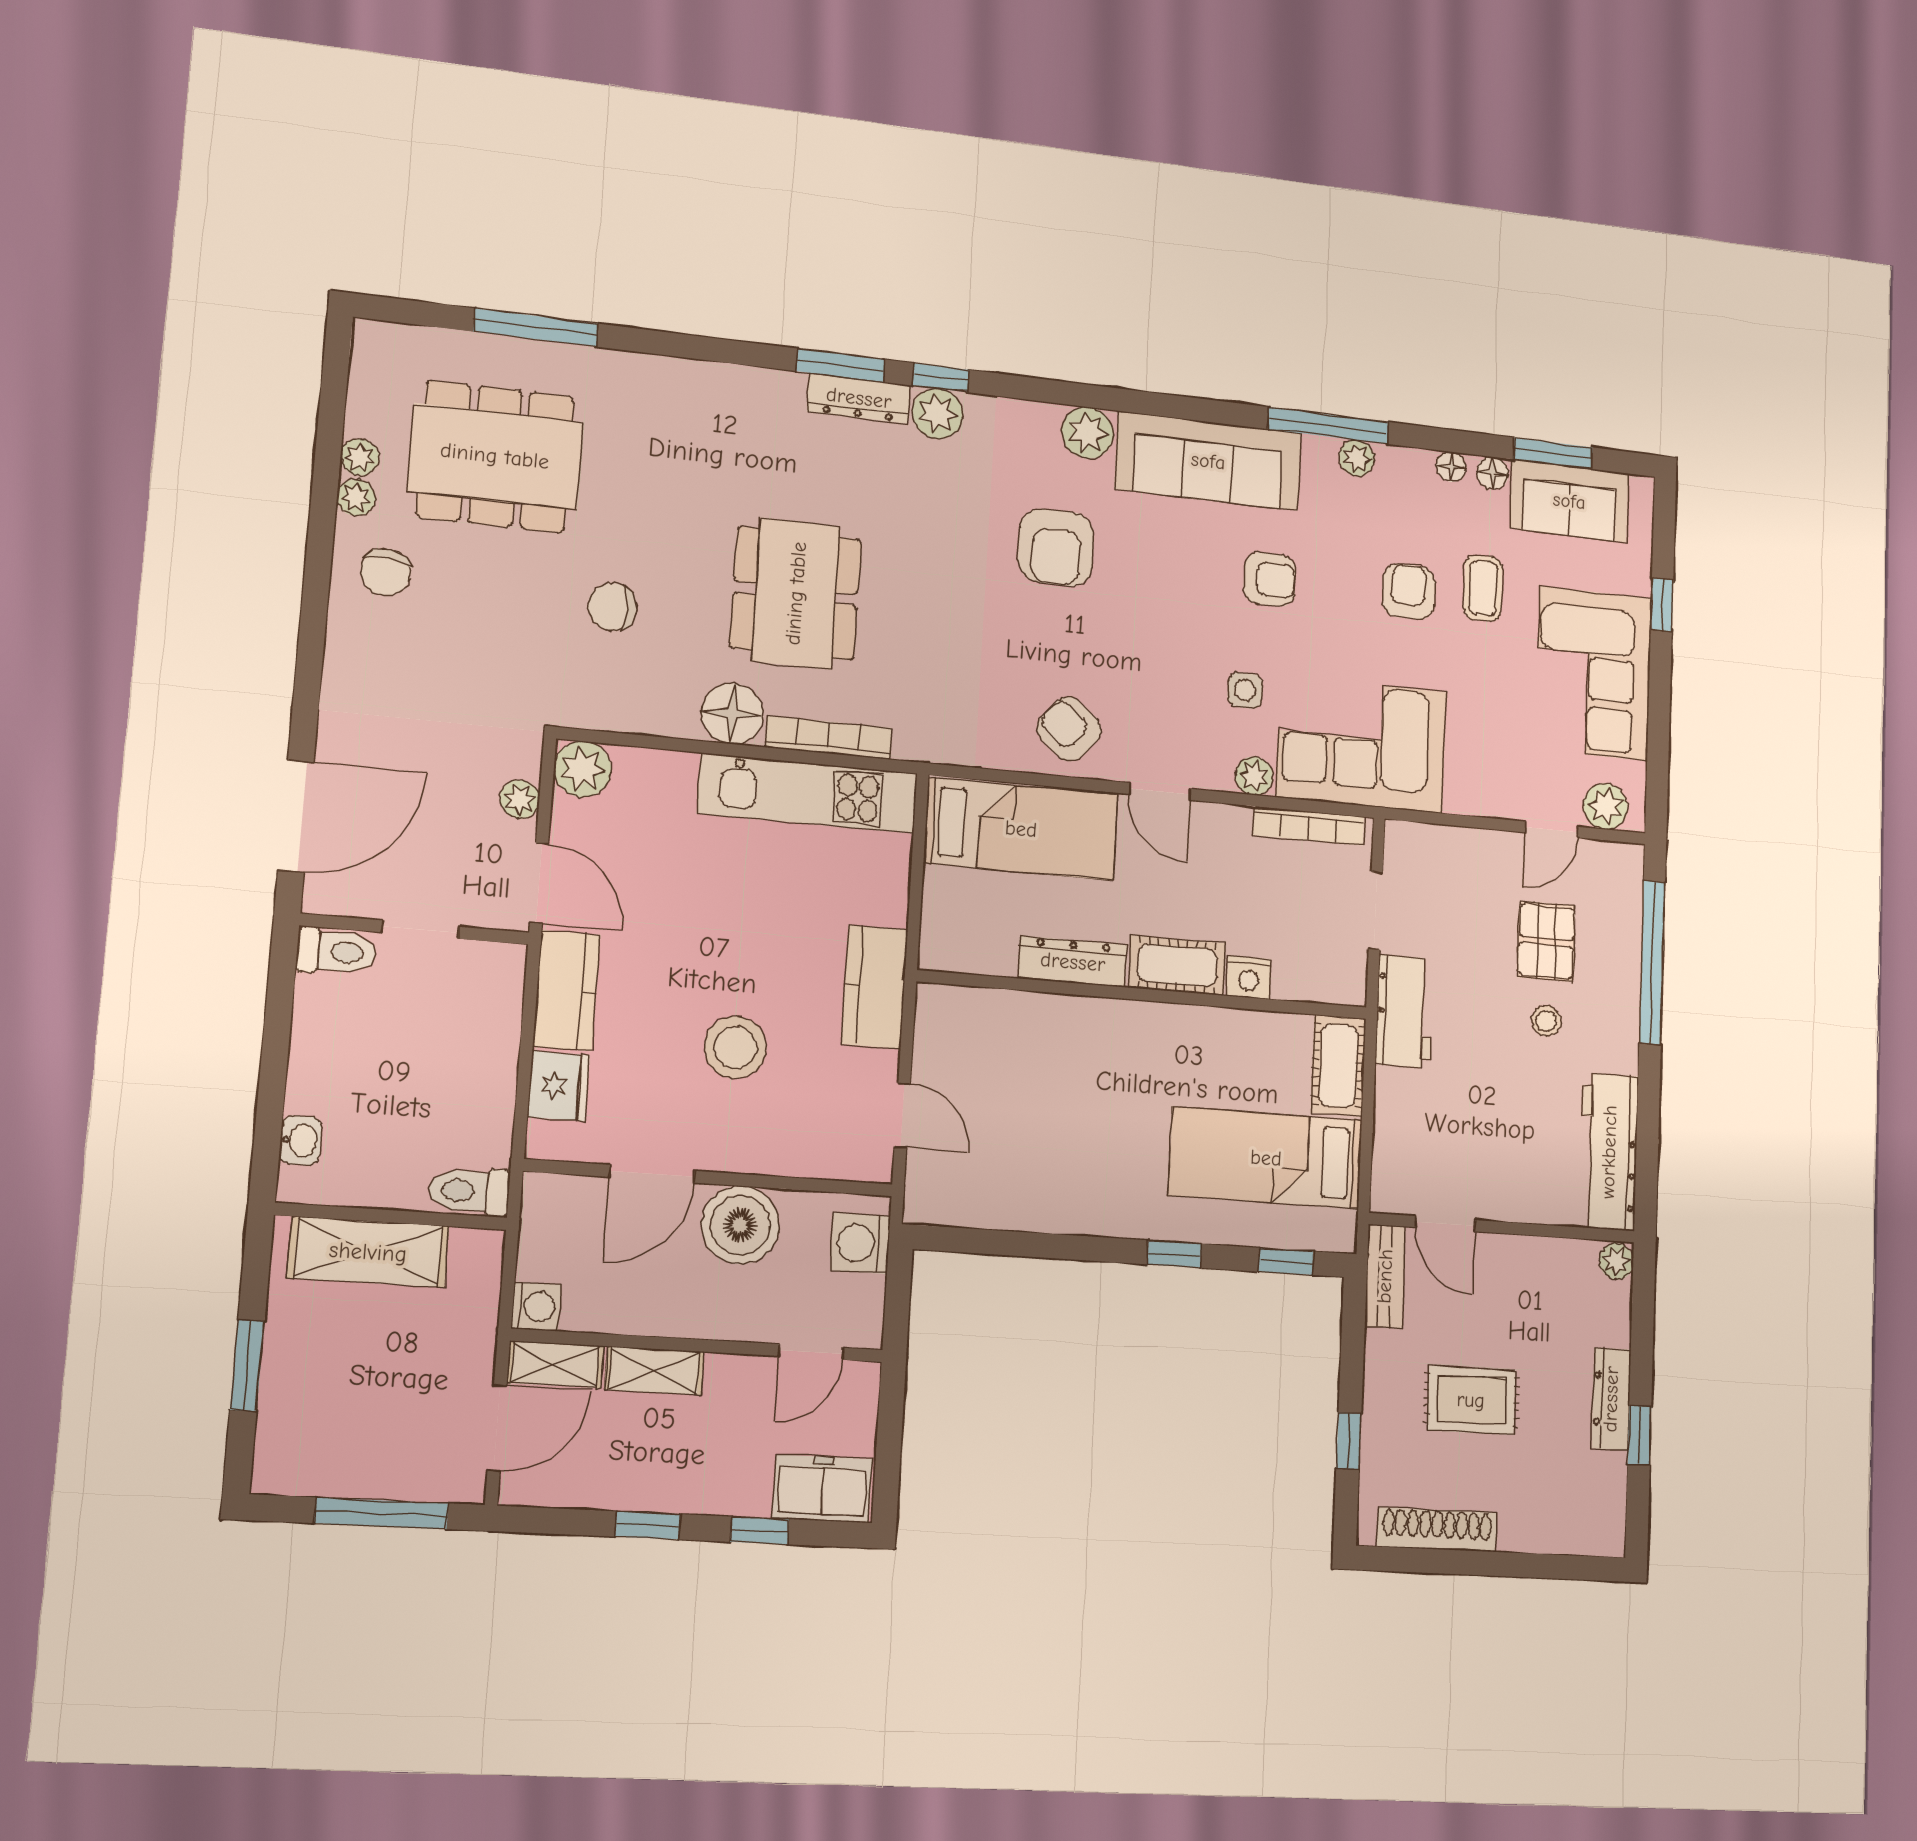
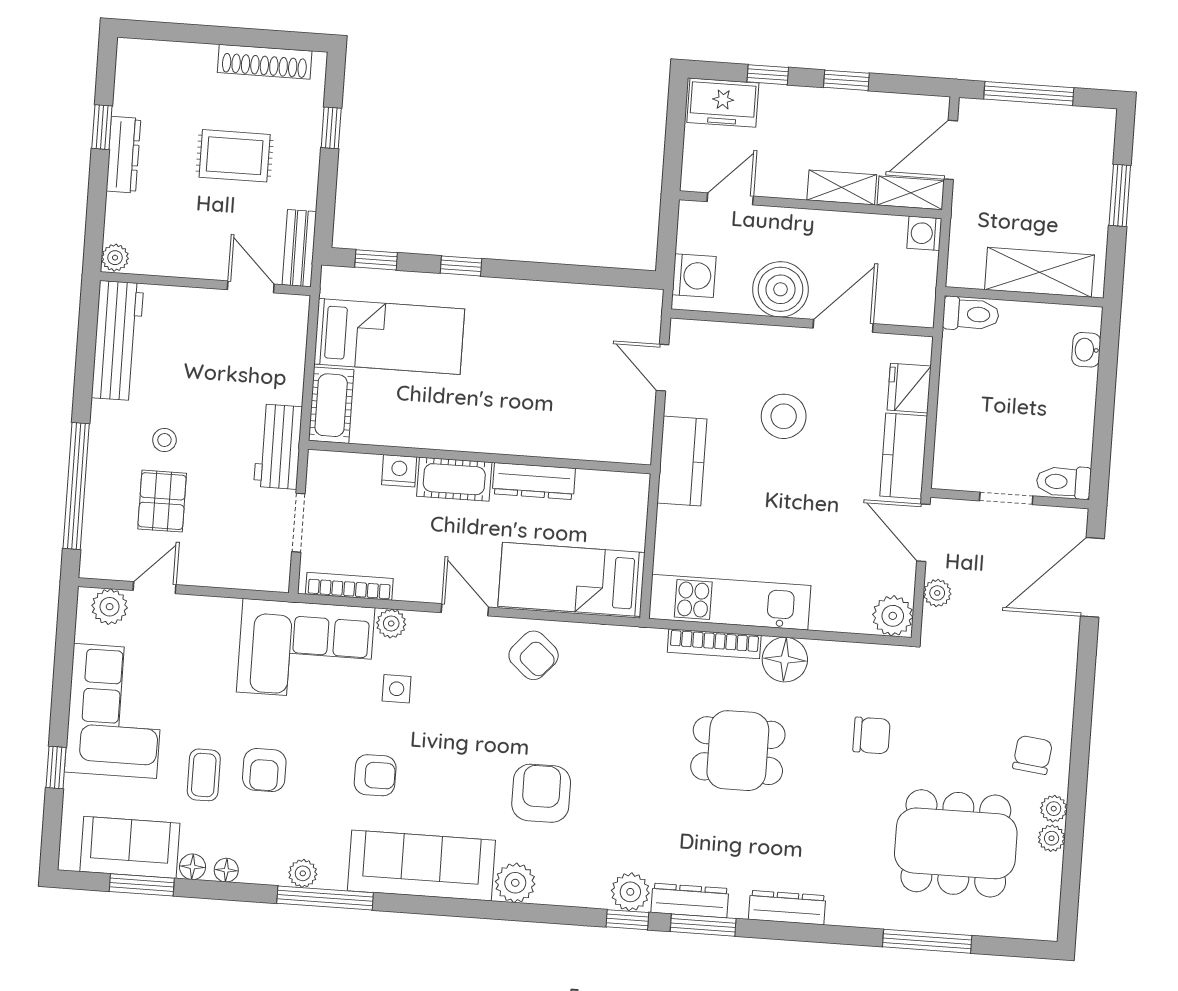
dresser: (728, 382) -> (787, 908), added
armchair: (1270, 579) -> (375, 775), turned 180
dining table: (796, 593) -> (738, 751), width x0.73

